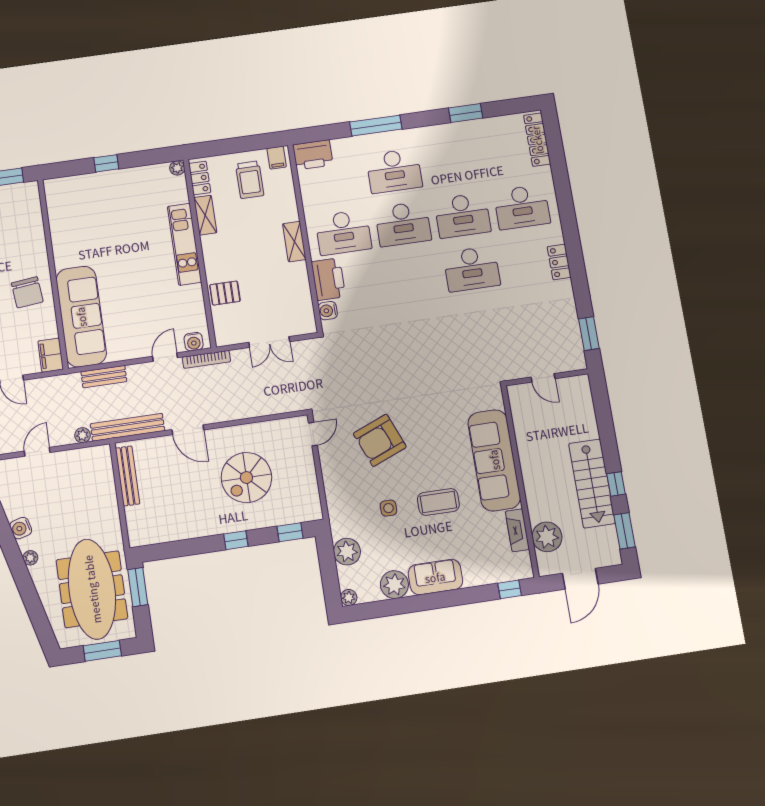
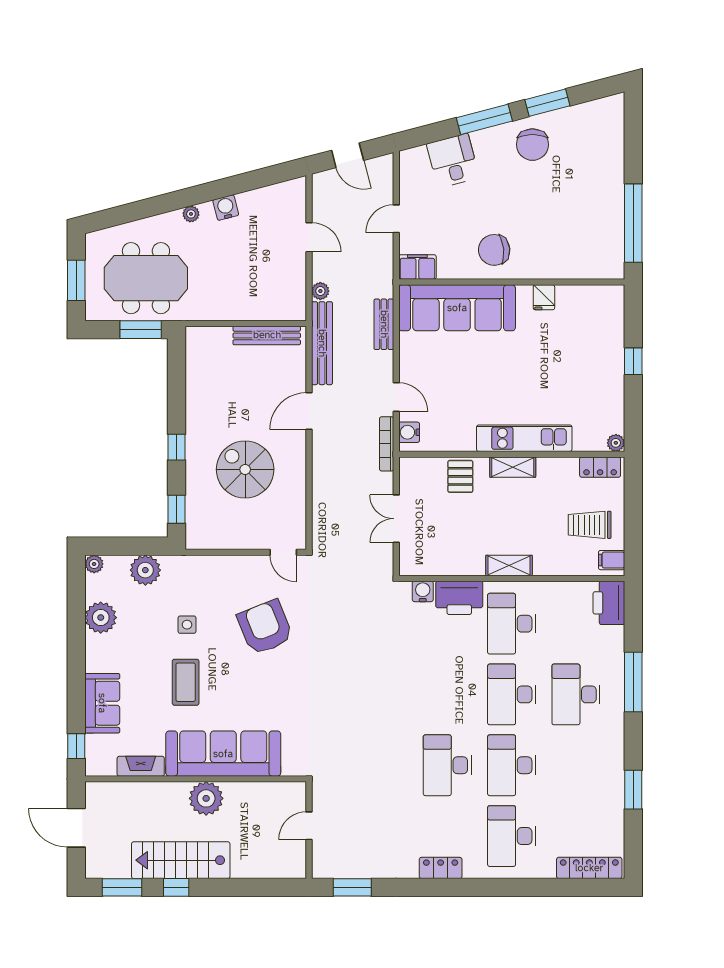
shelving: (205, 215) -> (513, 467), moved
fridge: (62, 245) -> (544, 297), added
plant: (547, 537) -> (206, 798), moved
sofa: (435, 577) -> (102, 703), moved
meeting table: (92, 589) -> (146, 278), width x0.73

